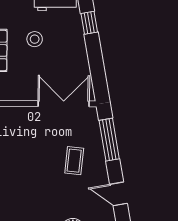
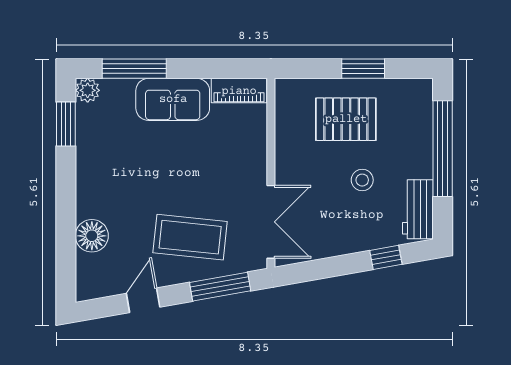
coffee table: (74, 161) -> (190, 237), width x1.86, depth x1.72

